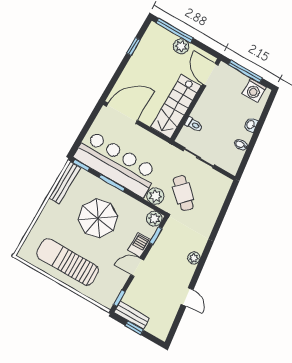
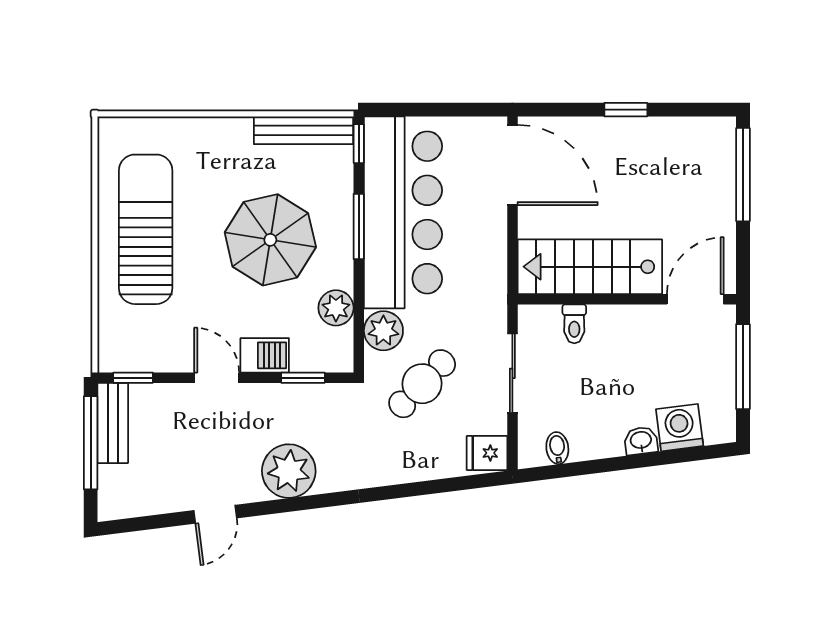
plant: (181, 46) -> (718, 206), removed
window: (133, 47) -> (626, 110), moved
washing machine: (254, 90) -> (680, 428), moved, turned 83
bidet: (241, 145) -> (557, 448), moved
fridge: (223, 184) -> (487, 453), added
plant: (154, 219) -> (336, 308), moved
plant: (194, 258) -> (289, 471), width x1.87, depth x1.87
window: (134, 328) -> (91, 443), width x2.17

